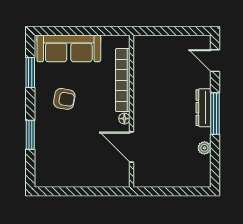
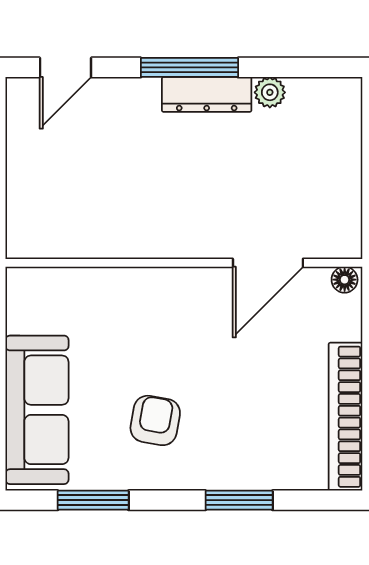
bookcase: (123, 80) -> (345, 417), moved, turned 90
dresser: (203, 108) -> (207, 94), moved
floor lamp: (124, 119) -> (345, 280), moved

